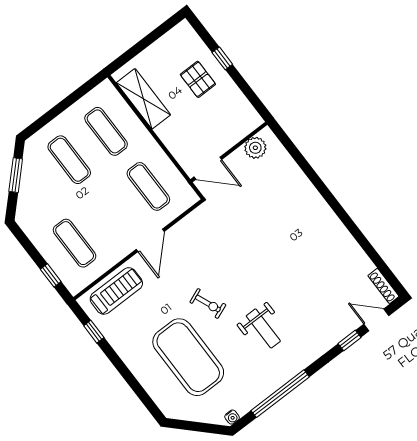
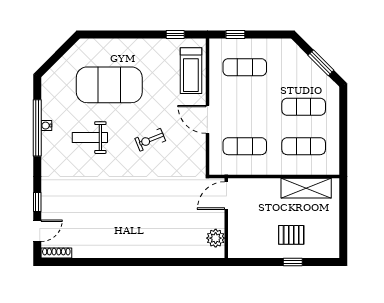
exercise bike: (208, 303) -> (150, 140), moved
weight bench: (263, 328) -> (90, 138), moved
water cooler: (232, 417) -> (46, 126), moved

